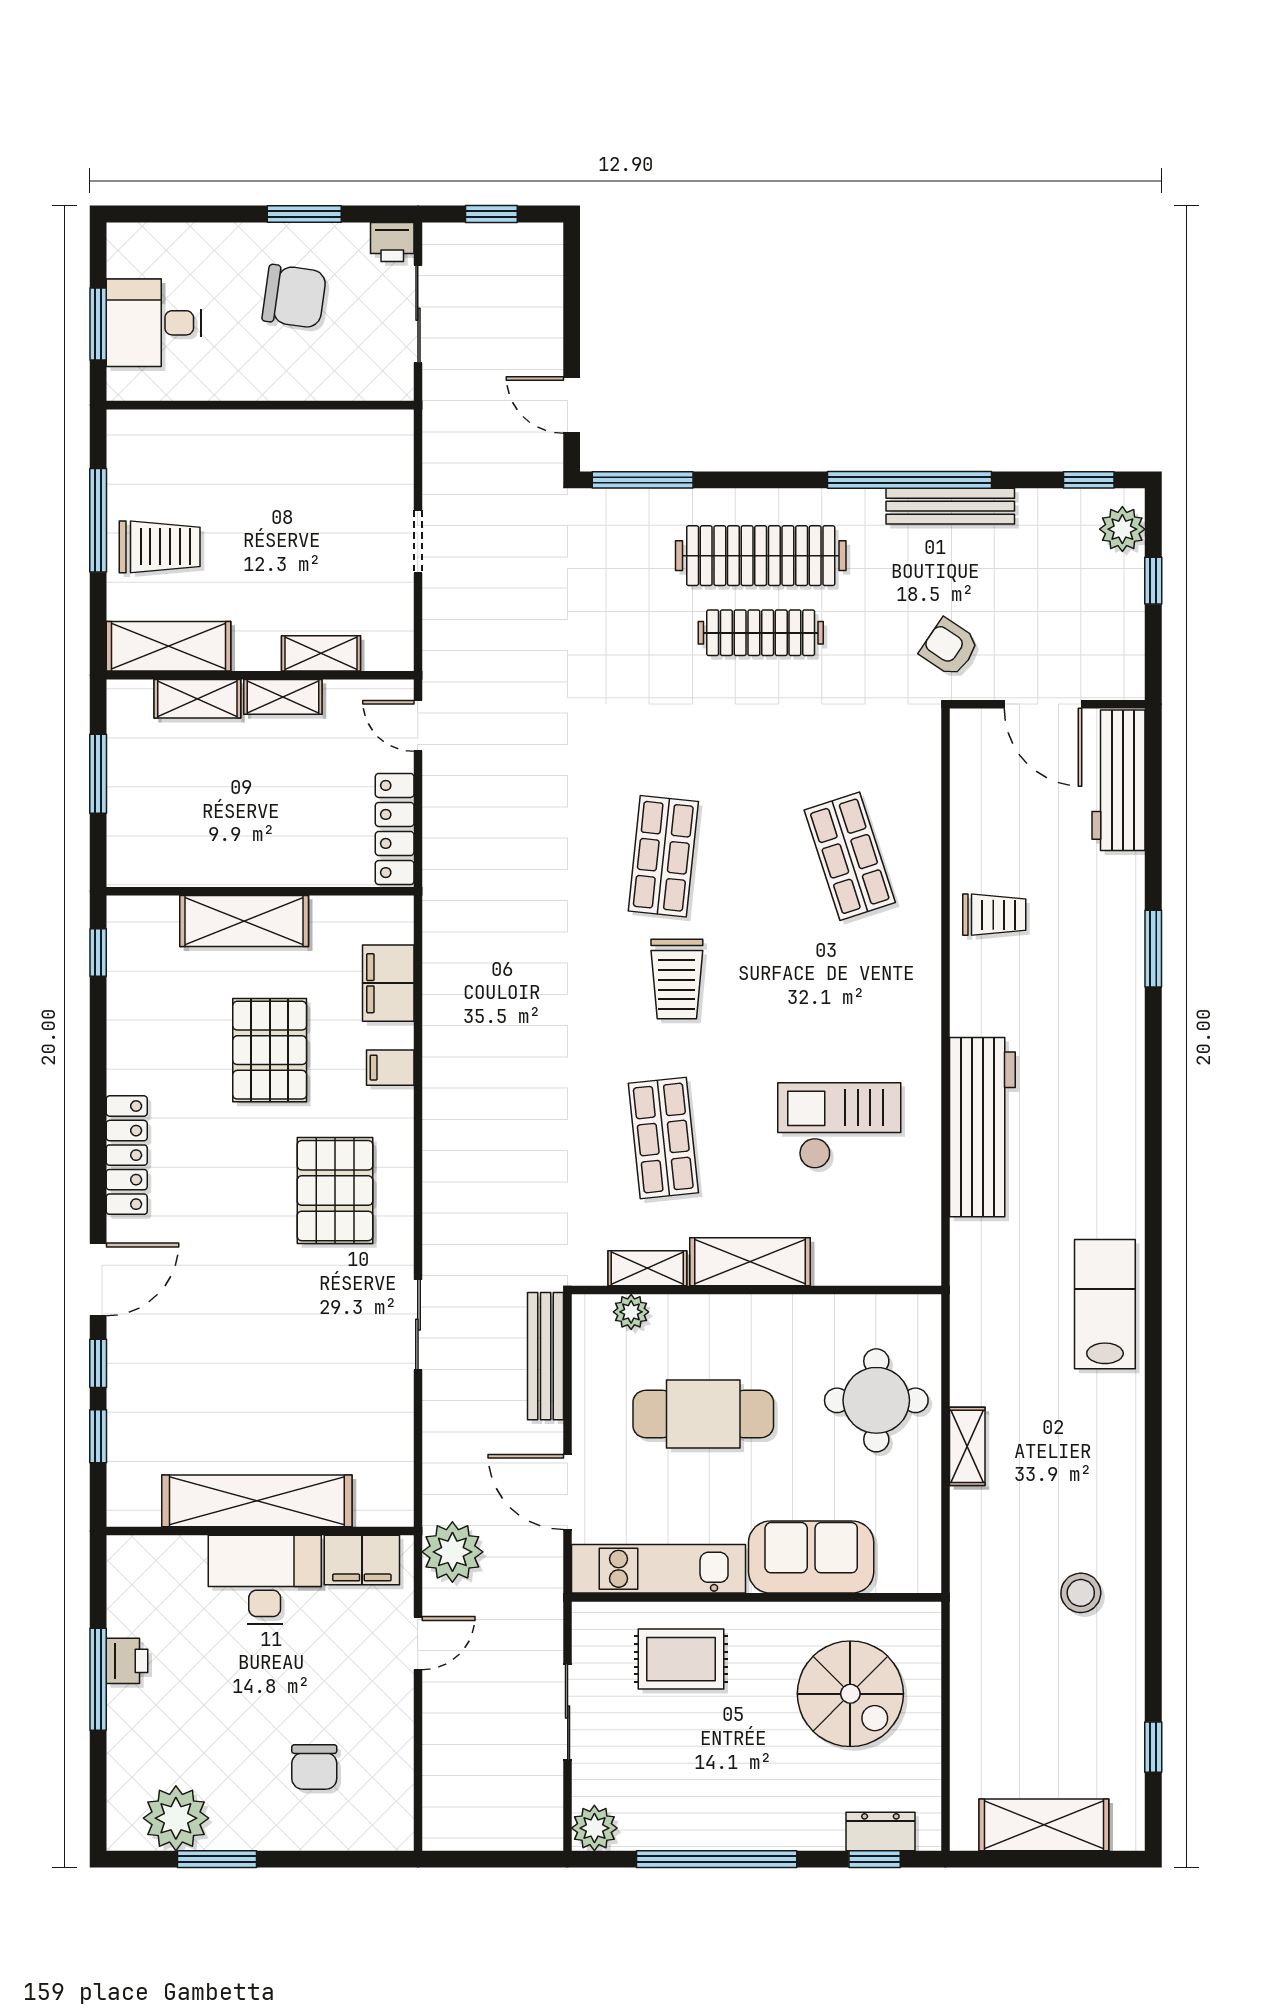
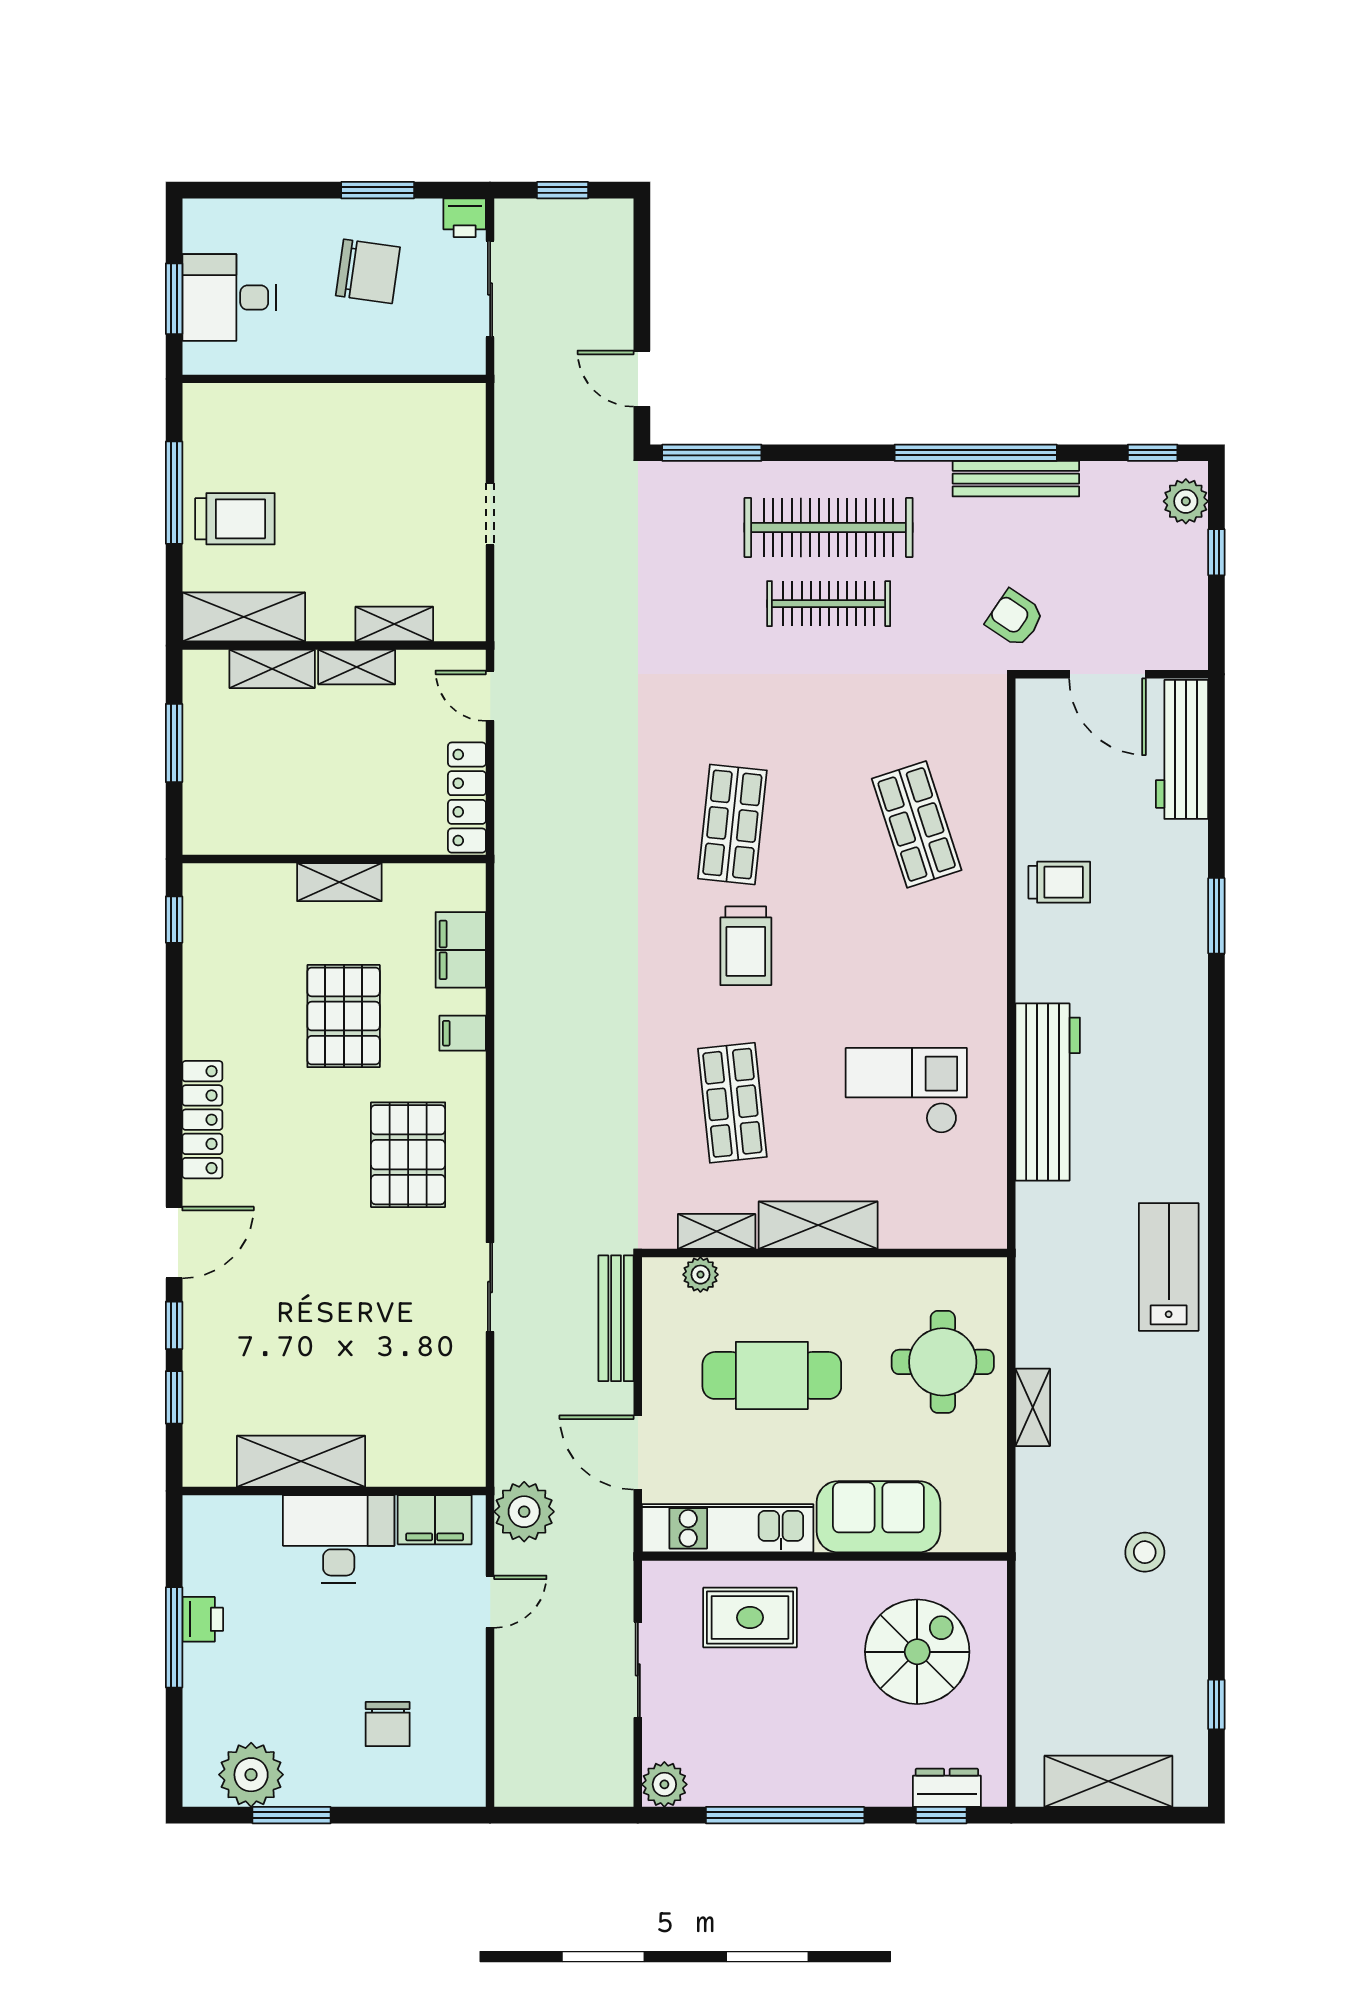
shelving: (244, 921) -> (339, 882), width x0.67, depth x0.75
shelving: (257, 1501) -> (301, 1461), width x0.68
spiral stairs: (850, 1694) -> (917, 1652), turned -90

